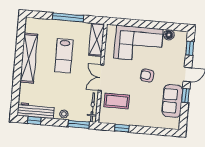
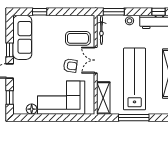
lab bench: (64, 56) -> (135, 79), width x1.86, depth x1.39
armchair: (147, 75) -> (70, 66), moved
double door: (101, 78) -> (96, 60), swing flipped
sofa: (172, 101) -> (22, 37), width x1.36
window: (122, 128) -> (40, 12), moved

